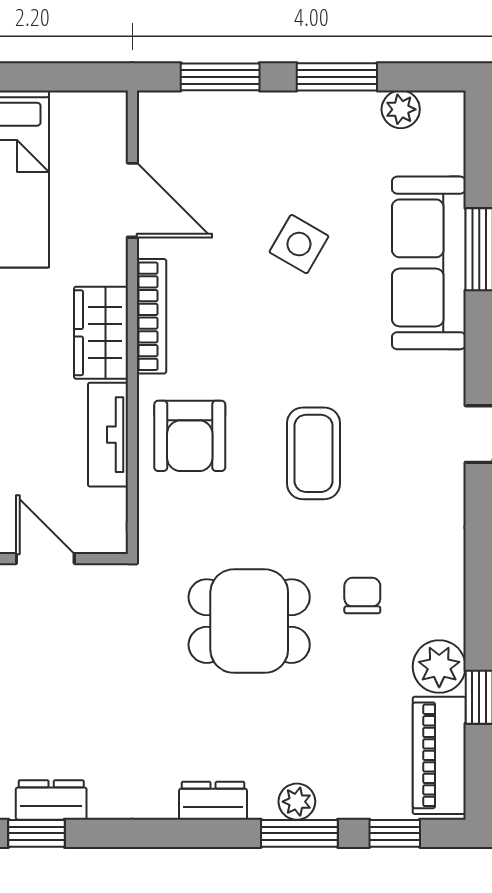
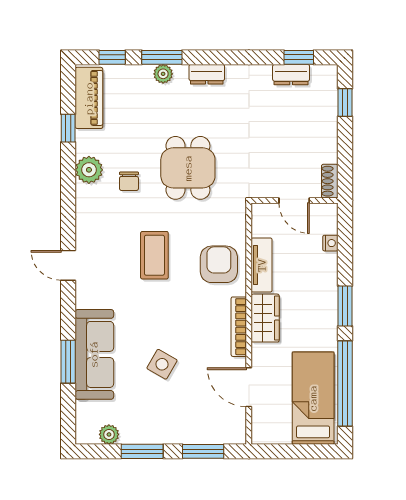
dining table: (249, 621) -> (188, 168), turned 90
plant: (439, 667) -> (89, 170), moved

